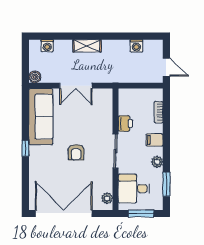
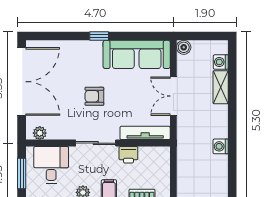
shelving: (87, 46) -> (221, 87), moved
washing machine: (136, 46) -> (221, 146), moved
tv unit: (107, 110) -> (145, 133), added

